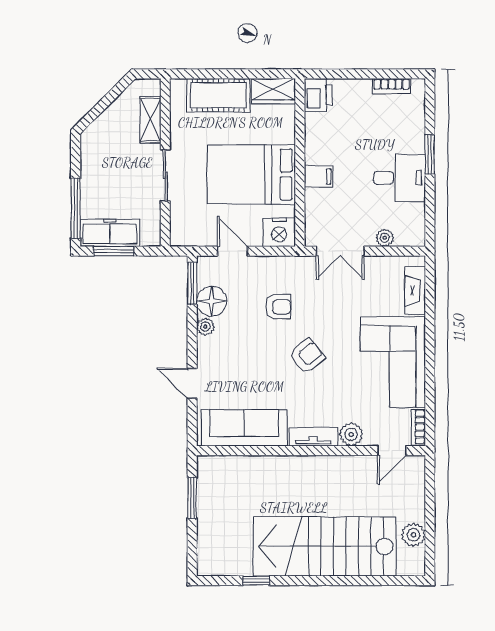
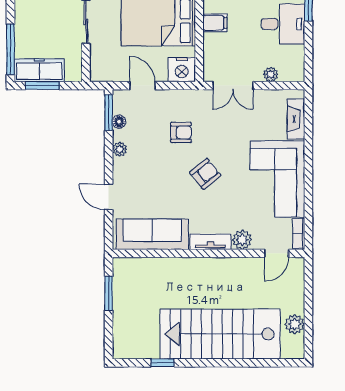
floor lamp: (212, 301) -> (119, 122), width x0.53, depth x0.53

